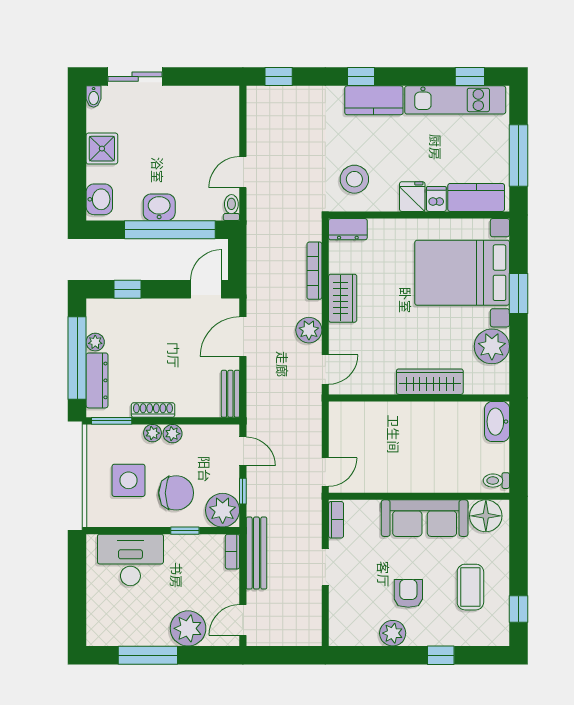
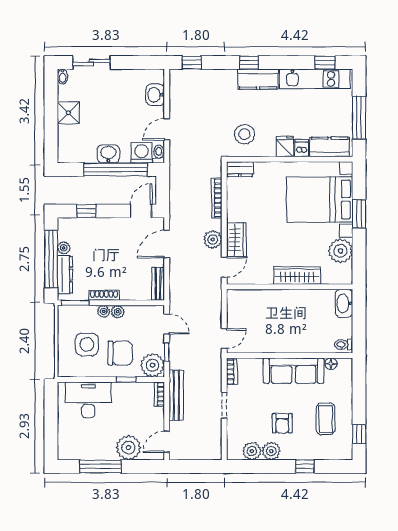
washbasin: (99, 199) -> (155, 95), moved, turned 180
washing machine: (207, 206) -> (141, 153), added
wardrobe: (343, 298) -> (236, 240), moved
floor lamp: (486, 516) -> (331, 364), width x0.53, depth x0.53
armchair: (408, 593) -> (282, 423), turned 180
plant: (365, 633) -> (252, 451), added

